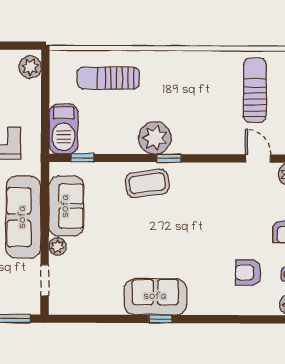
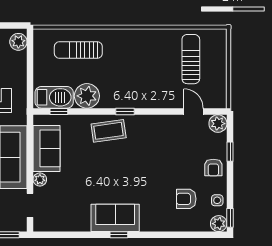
barbecue: (64, 129) -> (54, 97), moved, turned -90
plant: (155, 138) -> (87, 96), moved

